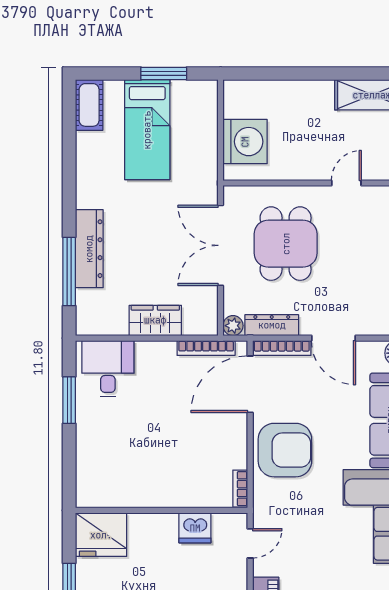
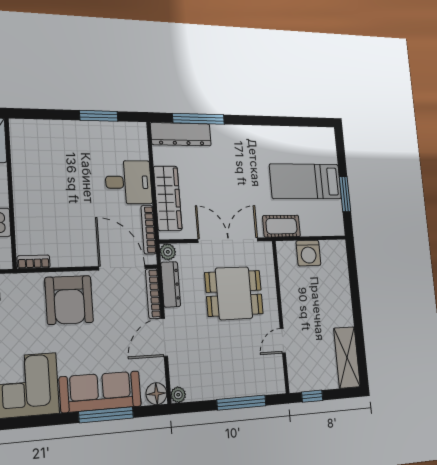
cot: (89, 105) -> (281, 226), moved
washing machine: (245, 142) -> (308, 253), width x0.73, depth x0.73
door: (346, 183) -> (283, 341), swing flipped
dresser: (89, 249) -> (181, 134), moved
wardrobe: (155, 320) -> (168, 198), width x1.50
desk: (108, 369) -> (129, 182), moved

